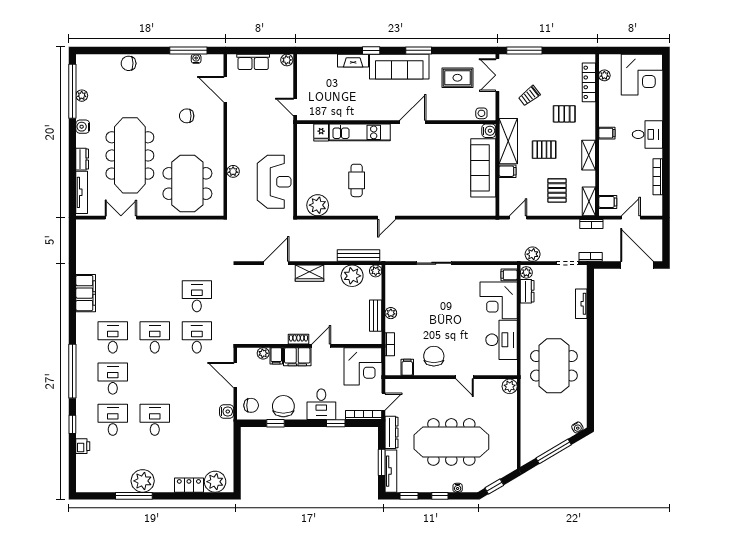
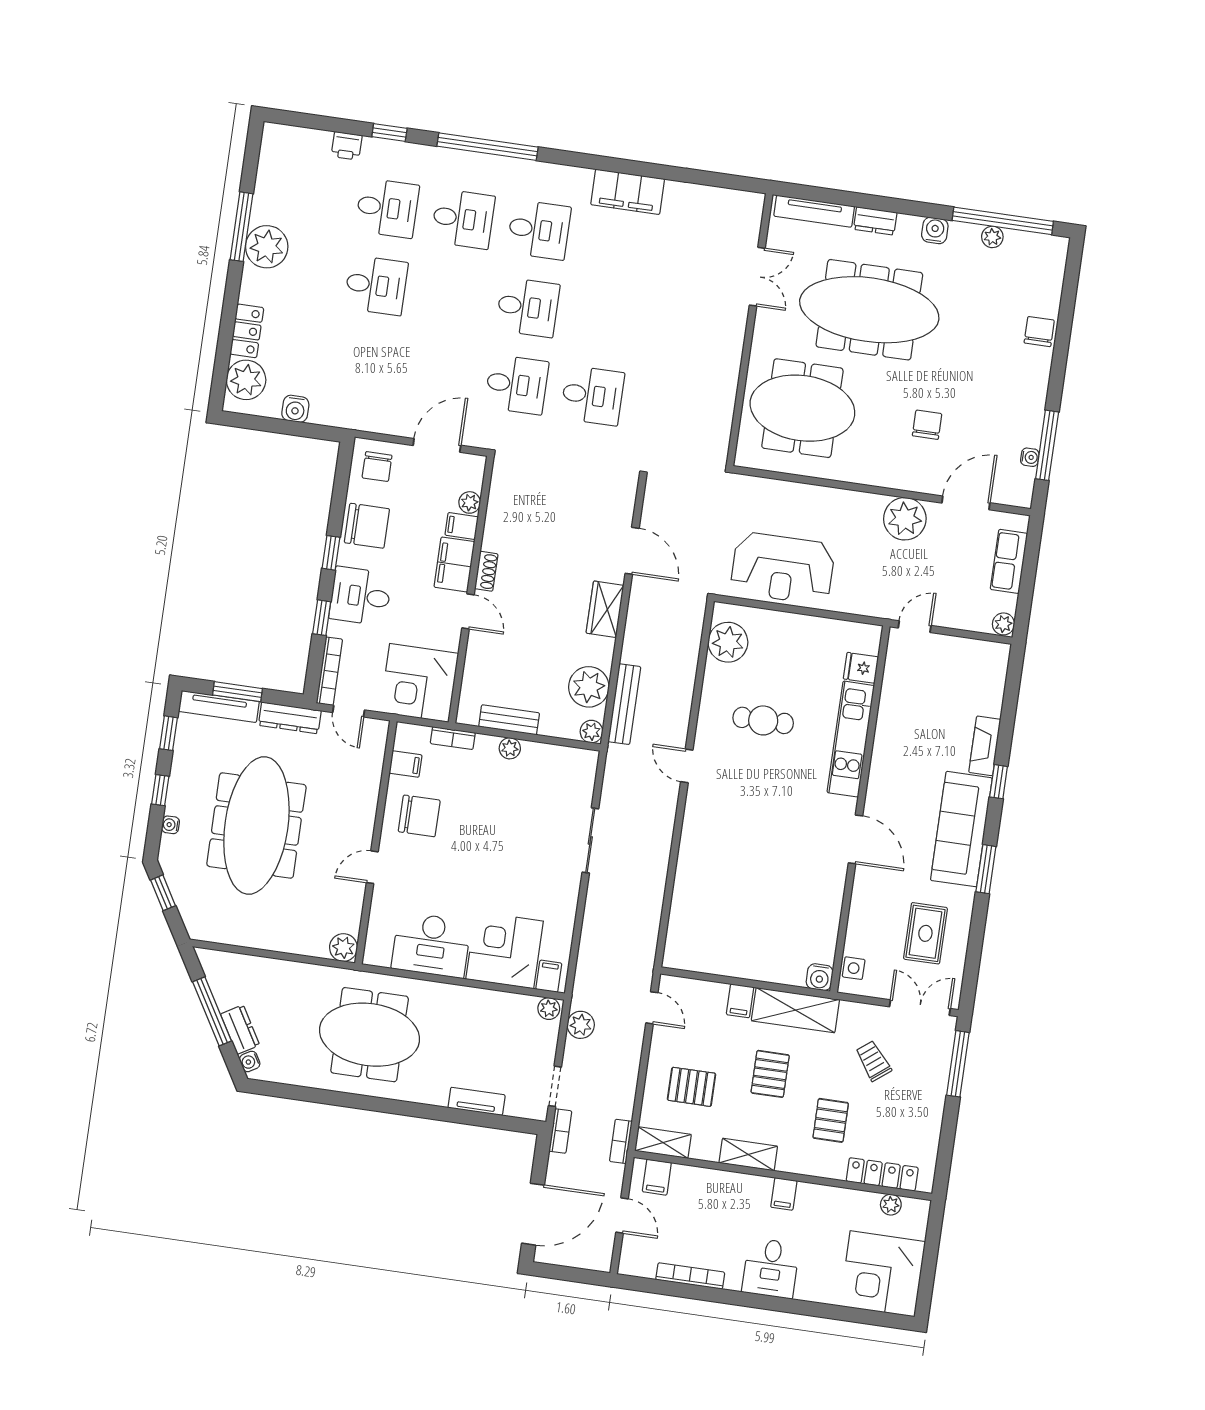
sofa: (483, 168) -> (753, 957), removed
plant: (233, 171) -> (905, 519), moved, width x1.88, depth x1.88
dresser: (527, 291) -> (240, 1030), moved, turned -121
water cooler: (227, 411) -> (295, 409), moved
window: (276, 423) -> (331, 553), moved

